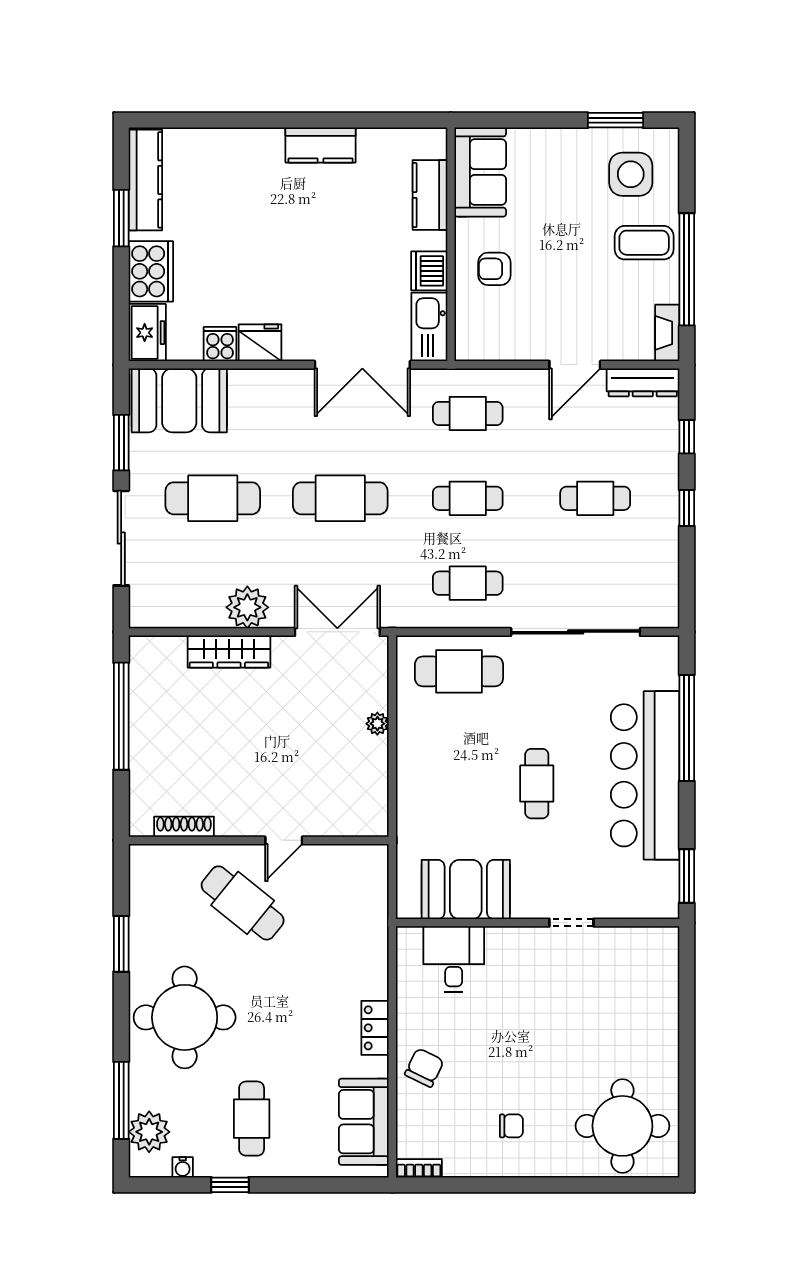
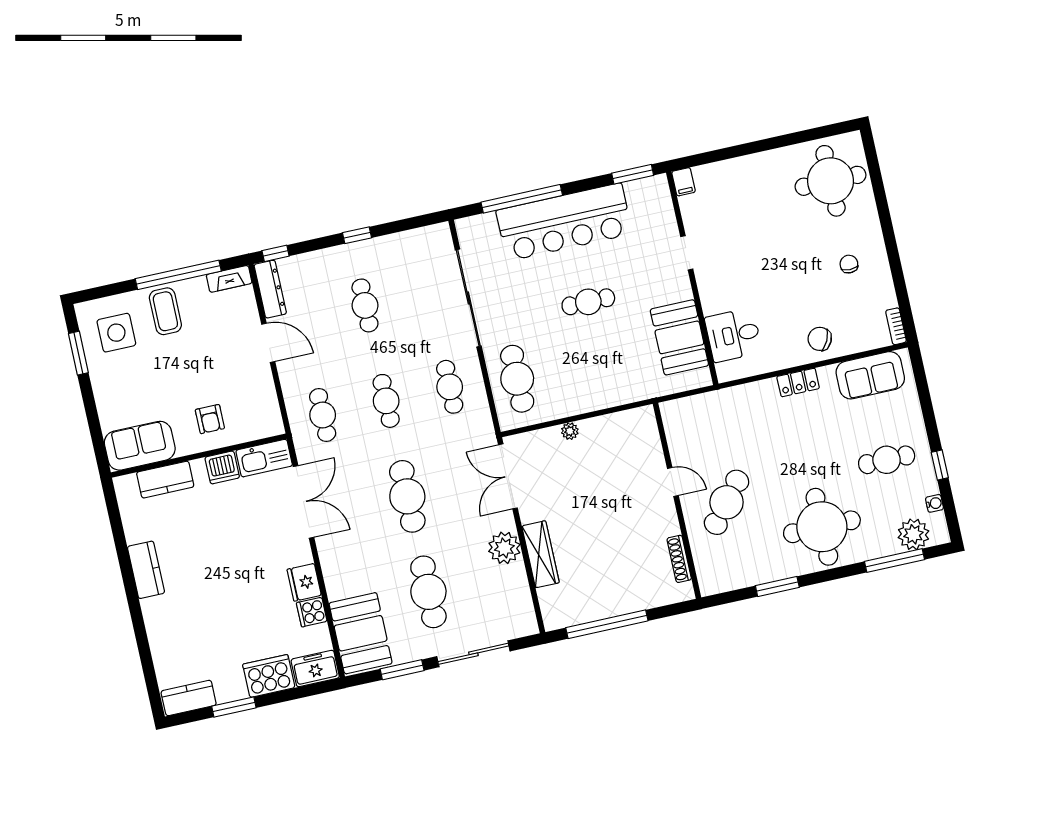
kitchen counter: (145, 180) -> (189, 698), width x0.67
window: (687, 437) -> (276, 253), moved
filing cabinet: (663, 939) -> (684, 182), added

